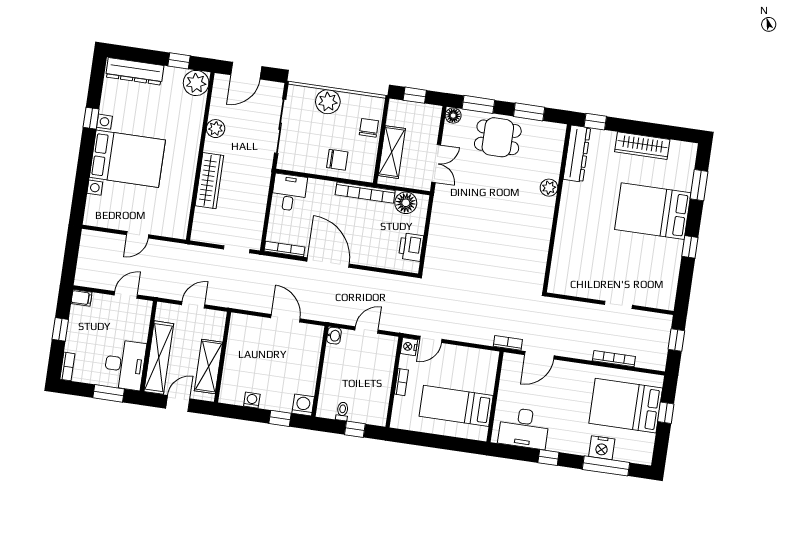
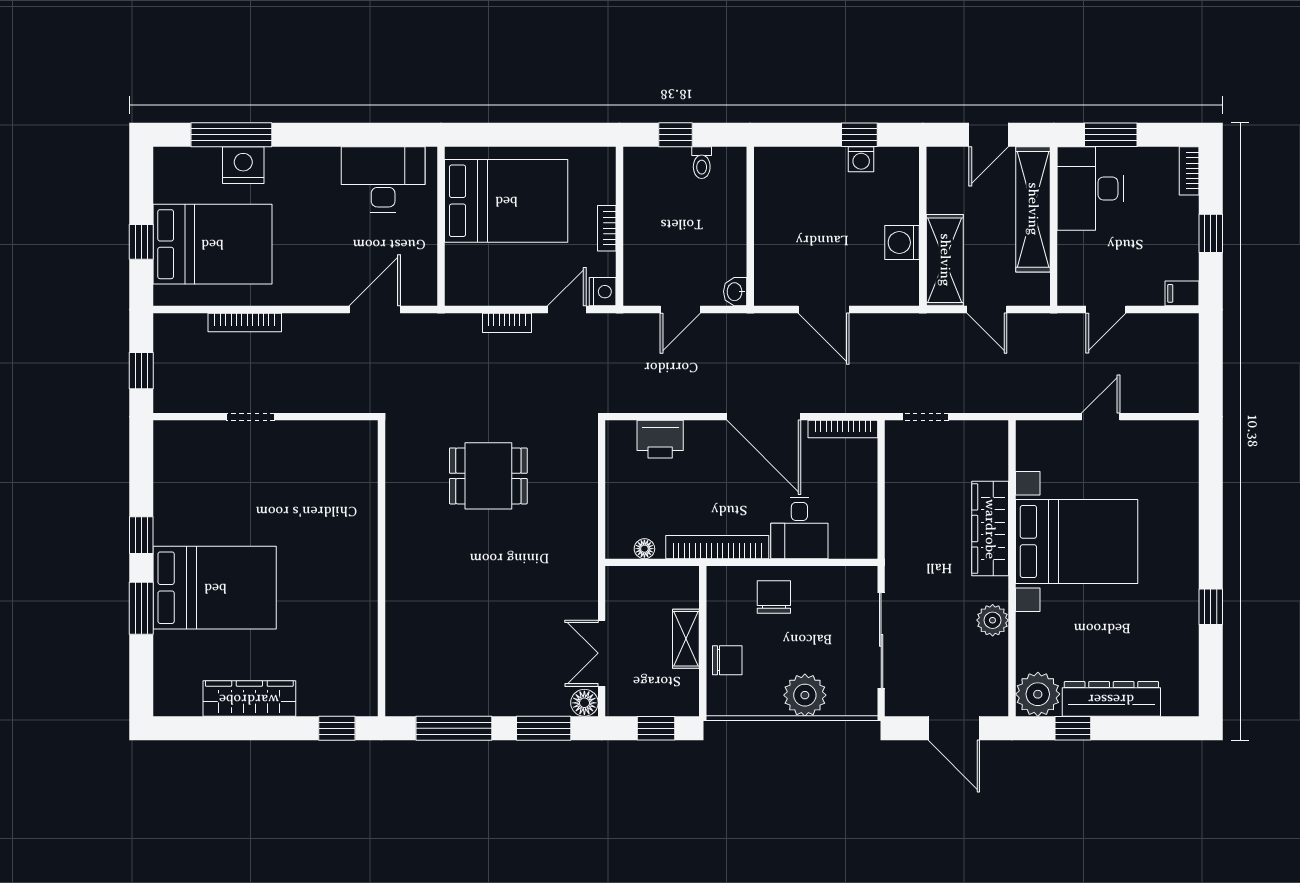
dresser: (135, 71) -> (1111, 699), moved
door: (246, 71) -> (954, 728), swing flipped
window: (529, 112) -> (454, 728), width x1.44
chair: (369, 128) -> (727, 660), turned -90
dining table: (498, 137) -> (488, 476), moved
shelving: (392, 152) -> (686, 639), width x0.67, depth x0.75
dresser: (577, 154) -> (361, 668), removed
bed with nightstands: (127, 159) -> (1077, 541), moved, turned 180
chair: (337, 160) -> (774, 597), turned 90
double door: (436, 163) -> (602, 653), moved
window: (699, 185) -> (141, 608), moved
plant: (549, 188) -> (400, 602), removed
desk: (289, 193) -> (799, 528), moved
floor lamp: (406, 203) -> (644, 549), width x0.53, depth x0.53
printer: (411, 247) -> (660, 439), moved, turned 90
door: (193, 305) -> (987, 310), hinge flipped
bookcase: (508, 343) -> (507, 323), moved
shelving: (208, 366) -> (945, 260), moved
washing machine: (303, 405) -> (902, 242), moved, turned 90
bed: (456, 406) -> (506, 201), width x1.50
window: (280, 418) -> (859, 135), moved
window: (548, 458) -> (333, 135), removed

